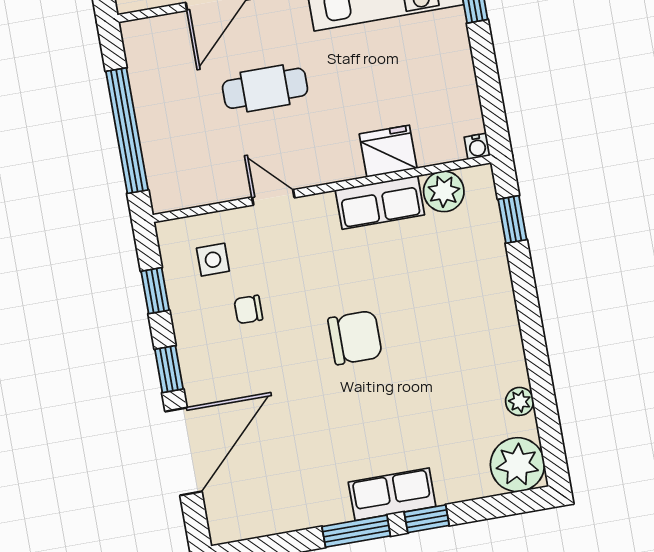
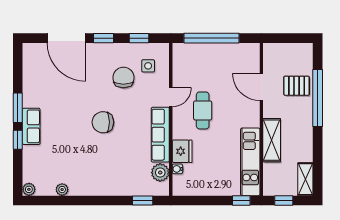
cafe table: (265, 88) -> (203, 110), moved
water cooler: (477, 146) -> (177, 169), moved
row of seats: (380, 202) -> (160, 135), width x1.48
chair: (248, 309) -> (123, 78), width x1.87, depth x1.87
chair: (355, 338) -> (103, 122), turned 90
plant: (517, 465) -> (29, 189), width x0.53, depth x0.53

